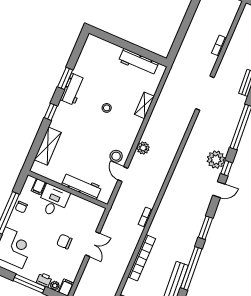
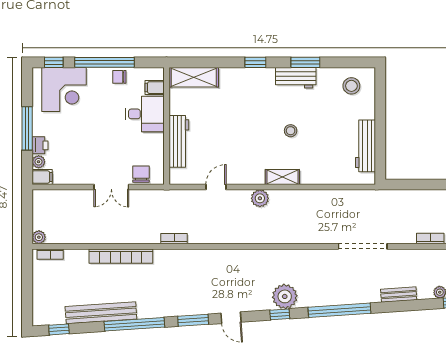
shelving: (144, 105) -> (282, 177), moved
shelving: (48, 146) -> (194, 77), moved
stool: (116, 156) -> (351, 86), moved
door: (219, 190) -> (231, 318), moved
chair: (64, 242) -> (141, 174), moved

